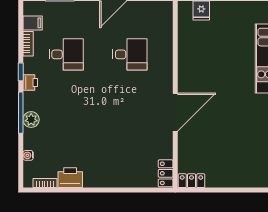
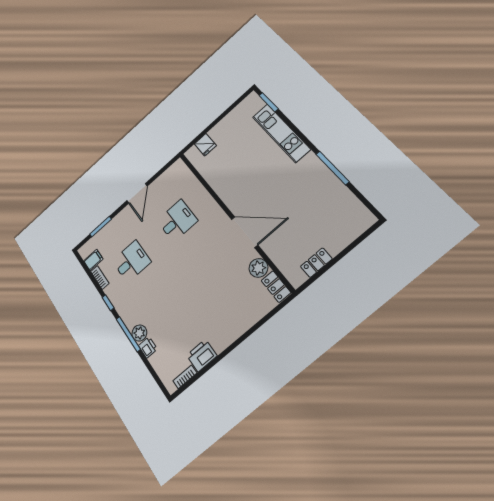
printer: (30, 82) -> (148, 347), moved
door: (175, 112) -> (245, 232), hinge flipped
plant: (164, 149) -> (258, 268), added
water cooler: (28, 155) -> (156, 364), removed
locker: (191, 181) -> (316, 263), moved

